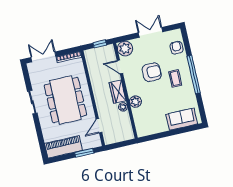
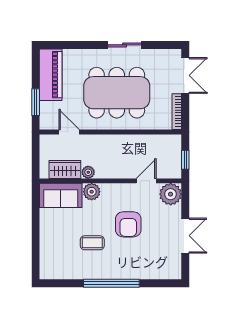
armchair: (177, 48) -> (155, 268), removed
coffee table: (175, 78) -> (92, 243), moved
wardrobe: (118, 92) -> (65, 169), moved
sofa: (182, 119) -> (61, 195), moved, turned 90

